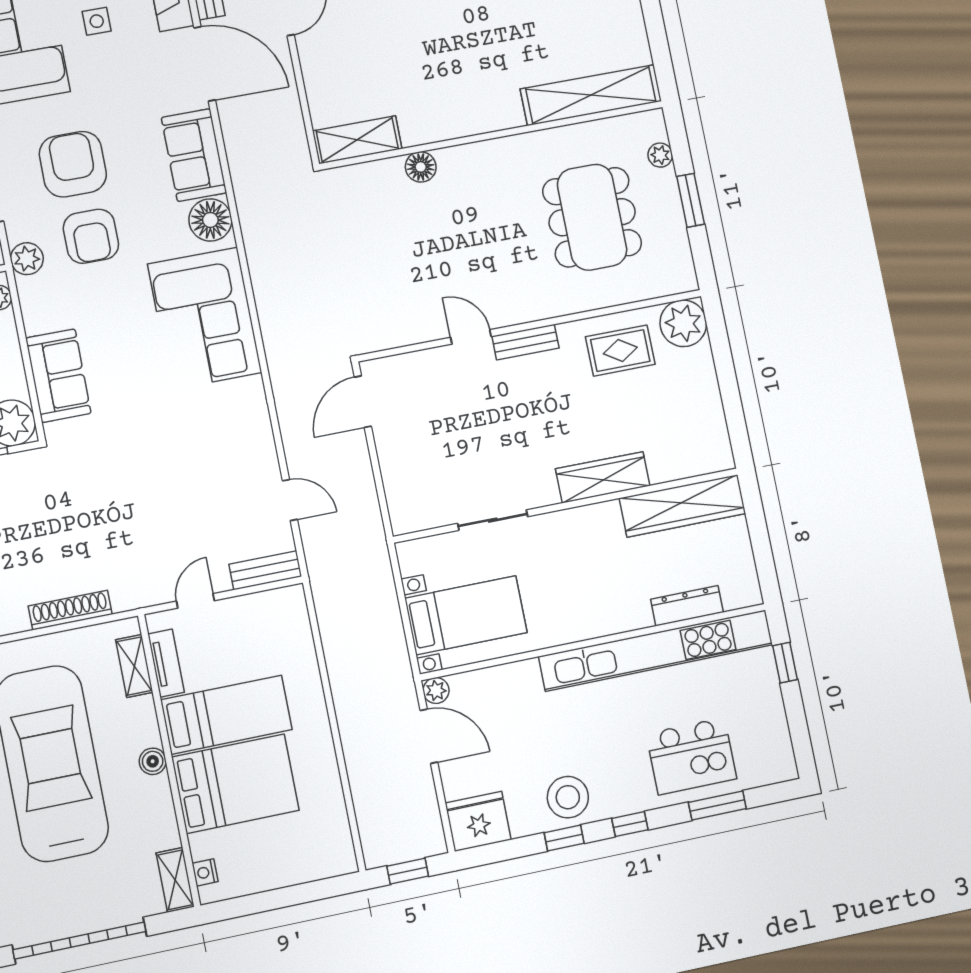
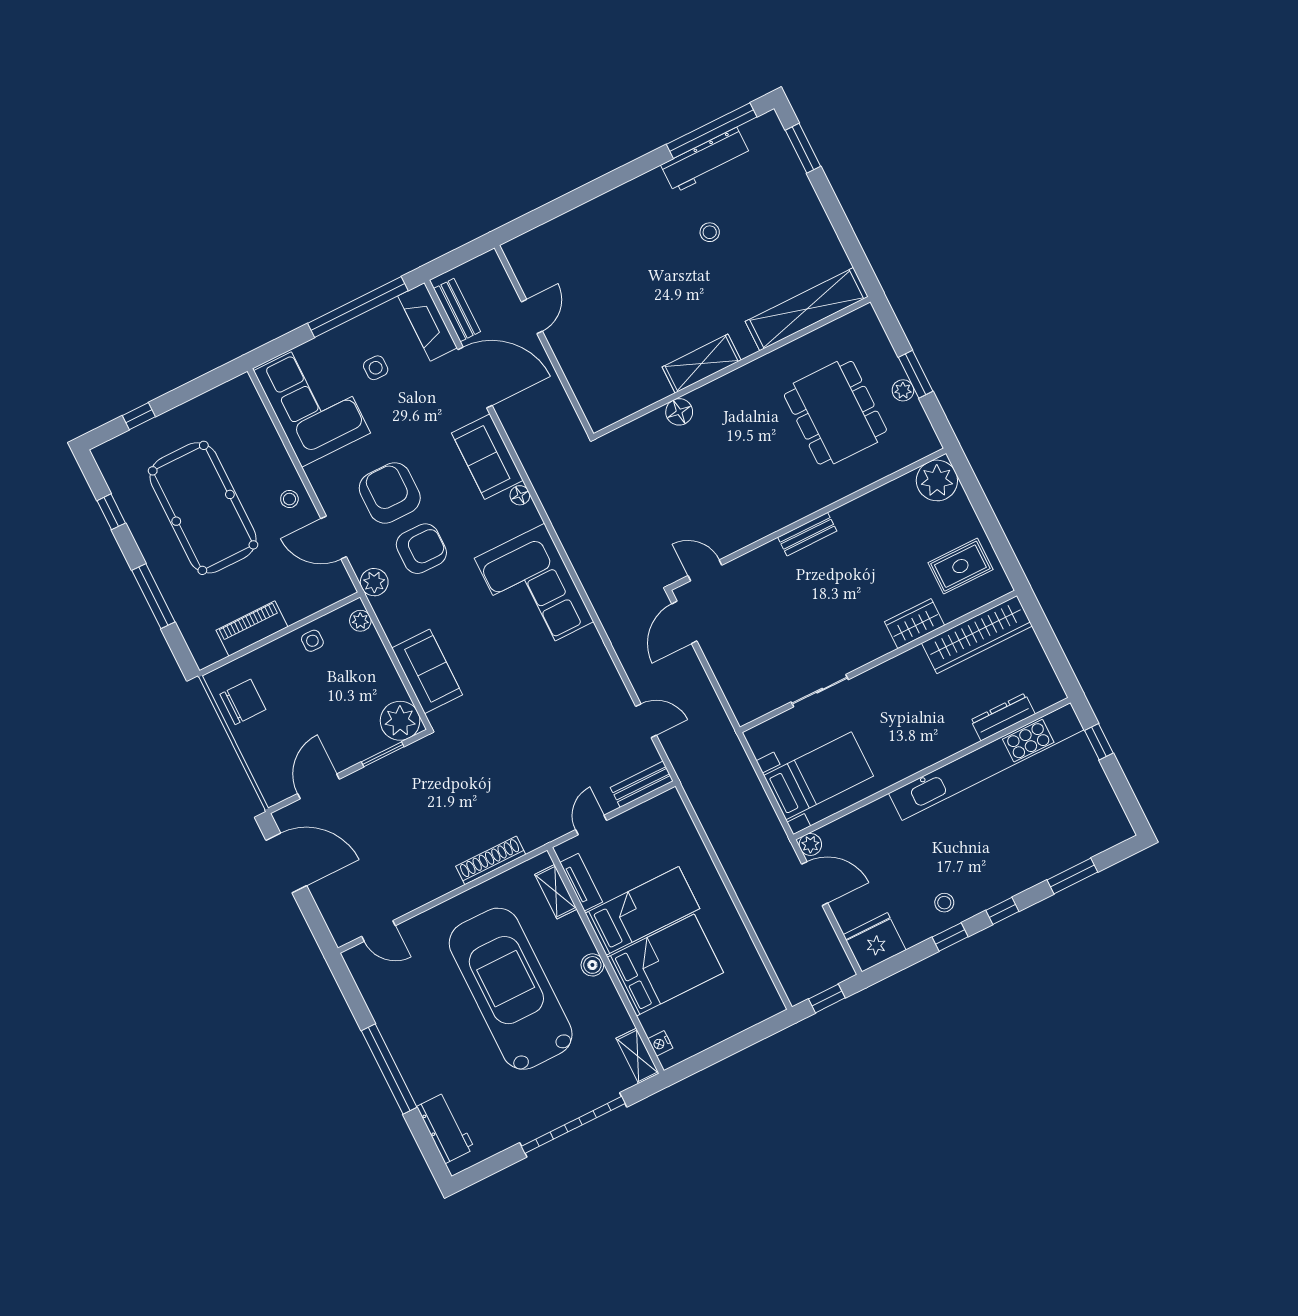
shelving: (357, 140) -> (702, 364), moved
plant: (660, 155) -> (903, 390), moved
floor lamp: (210, 220) -> (520, 495), width x0.53, depth x0.53
armchair: (91, 236) -> (421, 549), turned -90
door: (471, 337) -> (705, 570), moved
rug: (620, 351) -> (960, 566), moved
wardrobe: (603, 477) -> (915, 623), width x0.67
kitchen island: (691, 756) -> (1040, 841), removed
stool: (568, 797) -> (944, 903), width x0.53, depth x0.53

